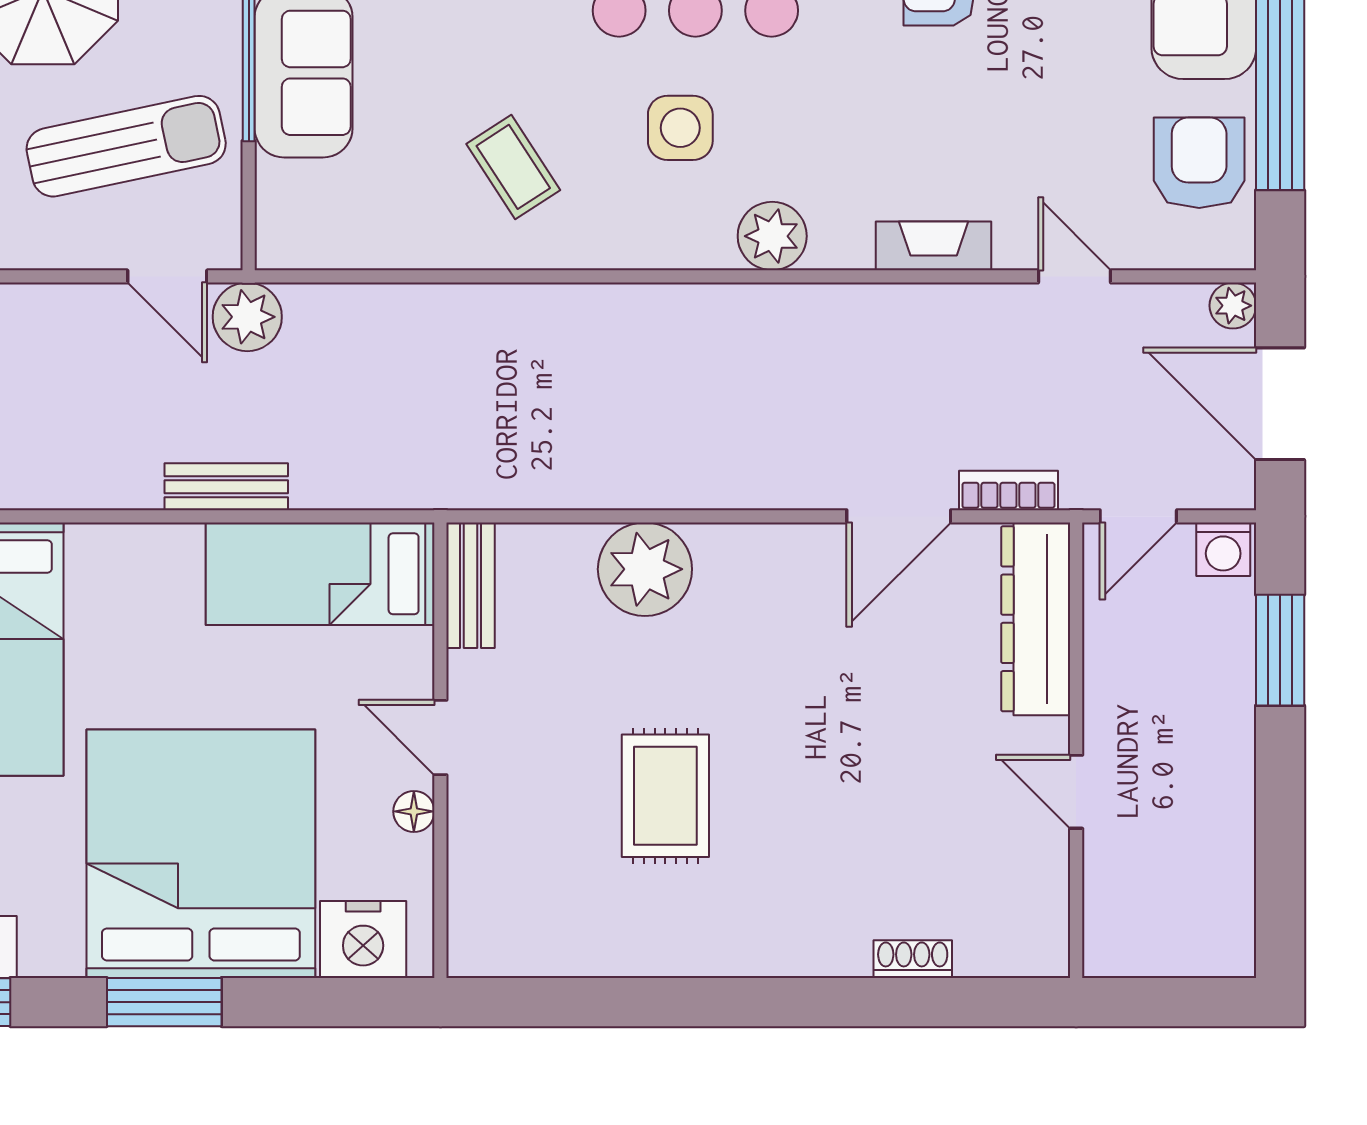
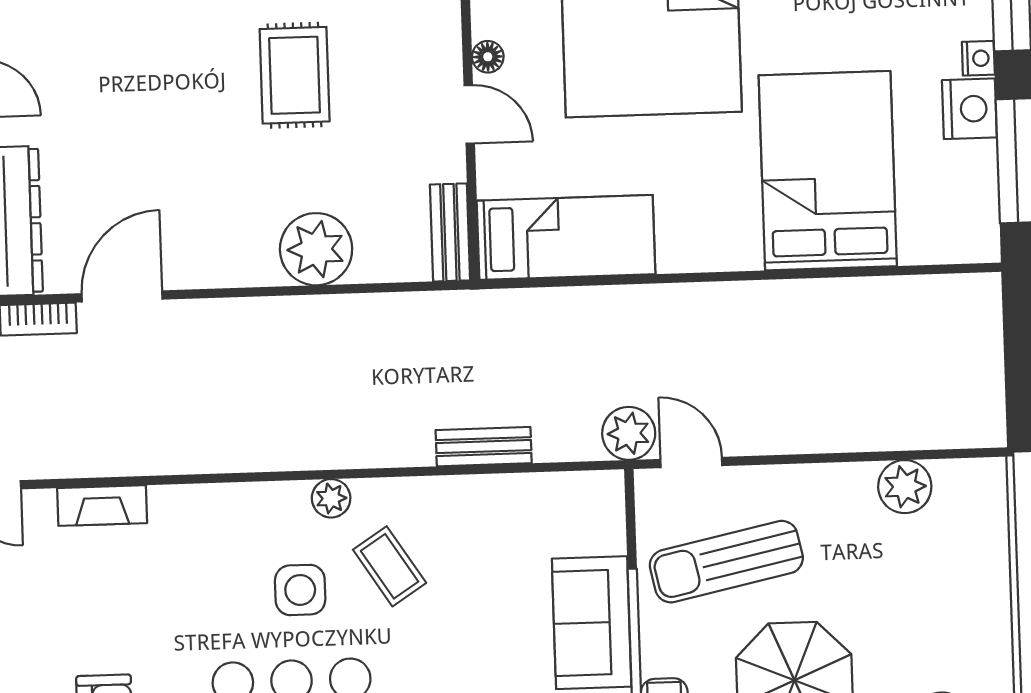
coffee table: (513, 167) -> (390, 566), moved
plant: (772, 236) -> (331, 498), moved, width x0.73, depth x0.73
bench: (226, 487) -> (484, 447), moved

